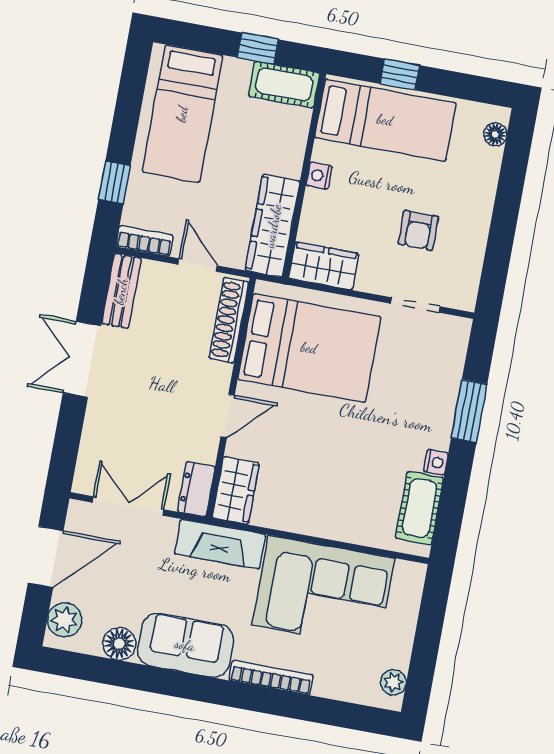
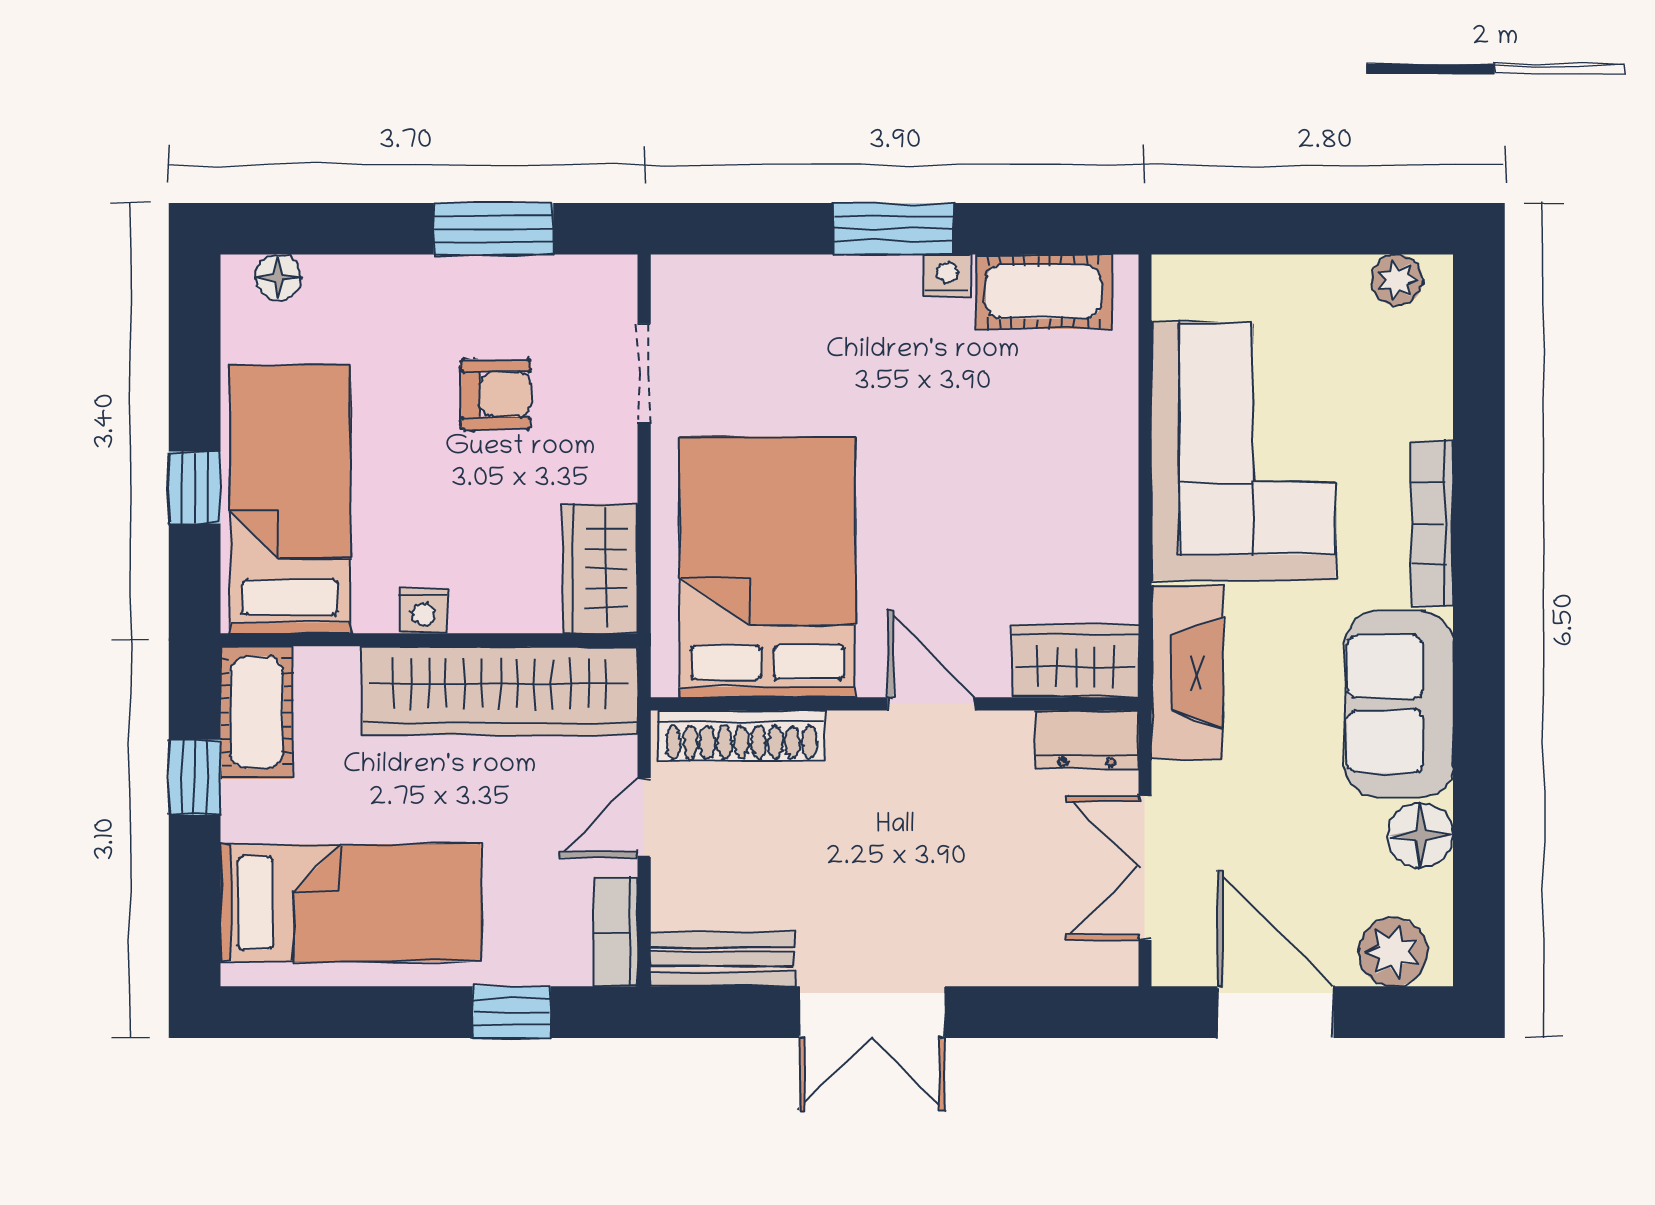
wardrobe: (273, 226) -> (500, 691), width x1.40, depth x1.17
window: (500, 244) -> (494, 229), added
window: (469, 411) -> (893, 229), moved

